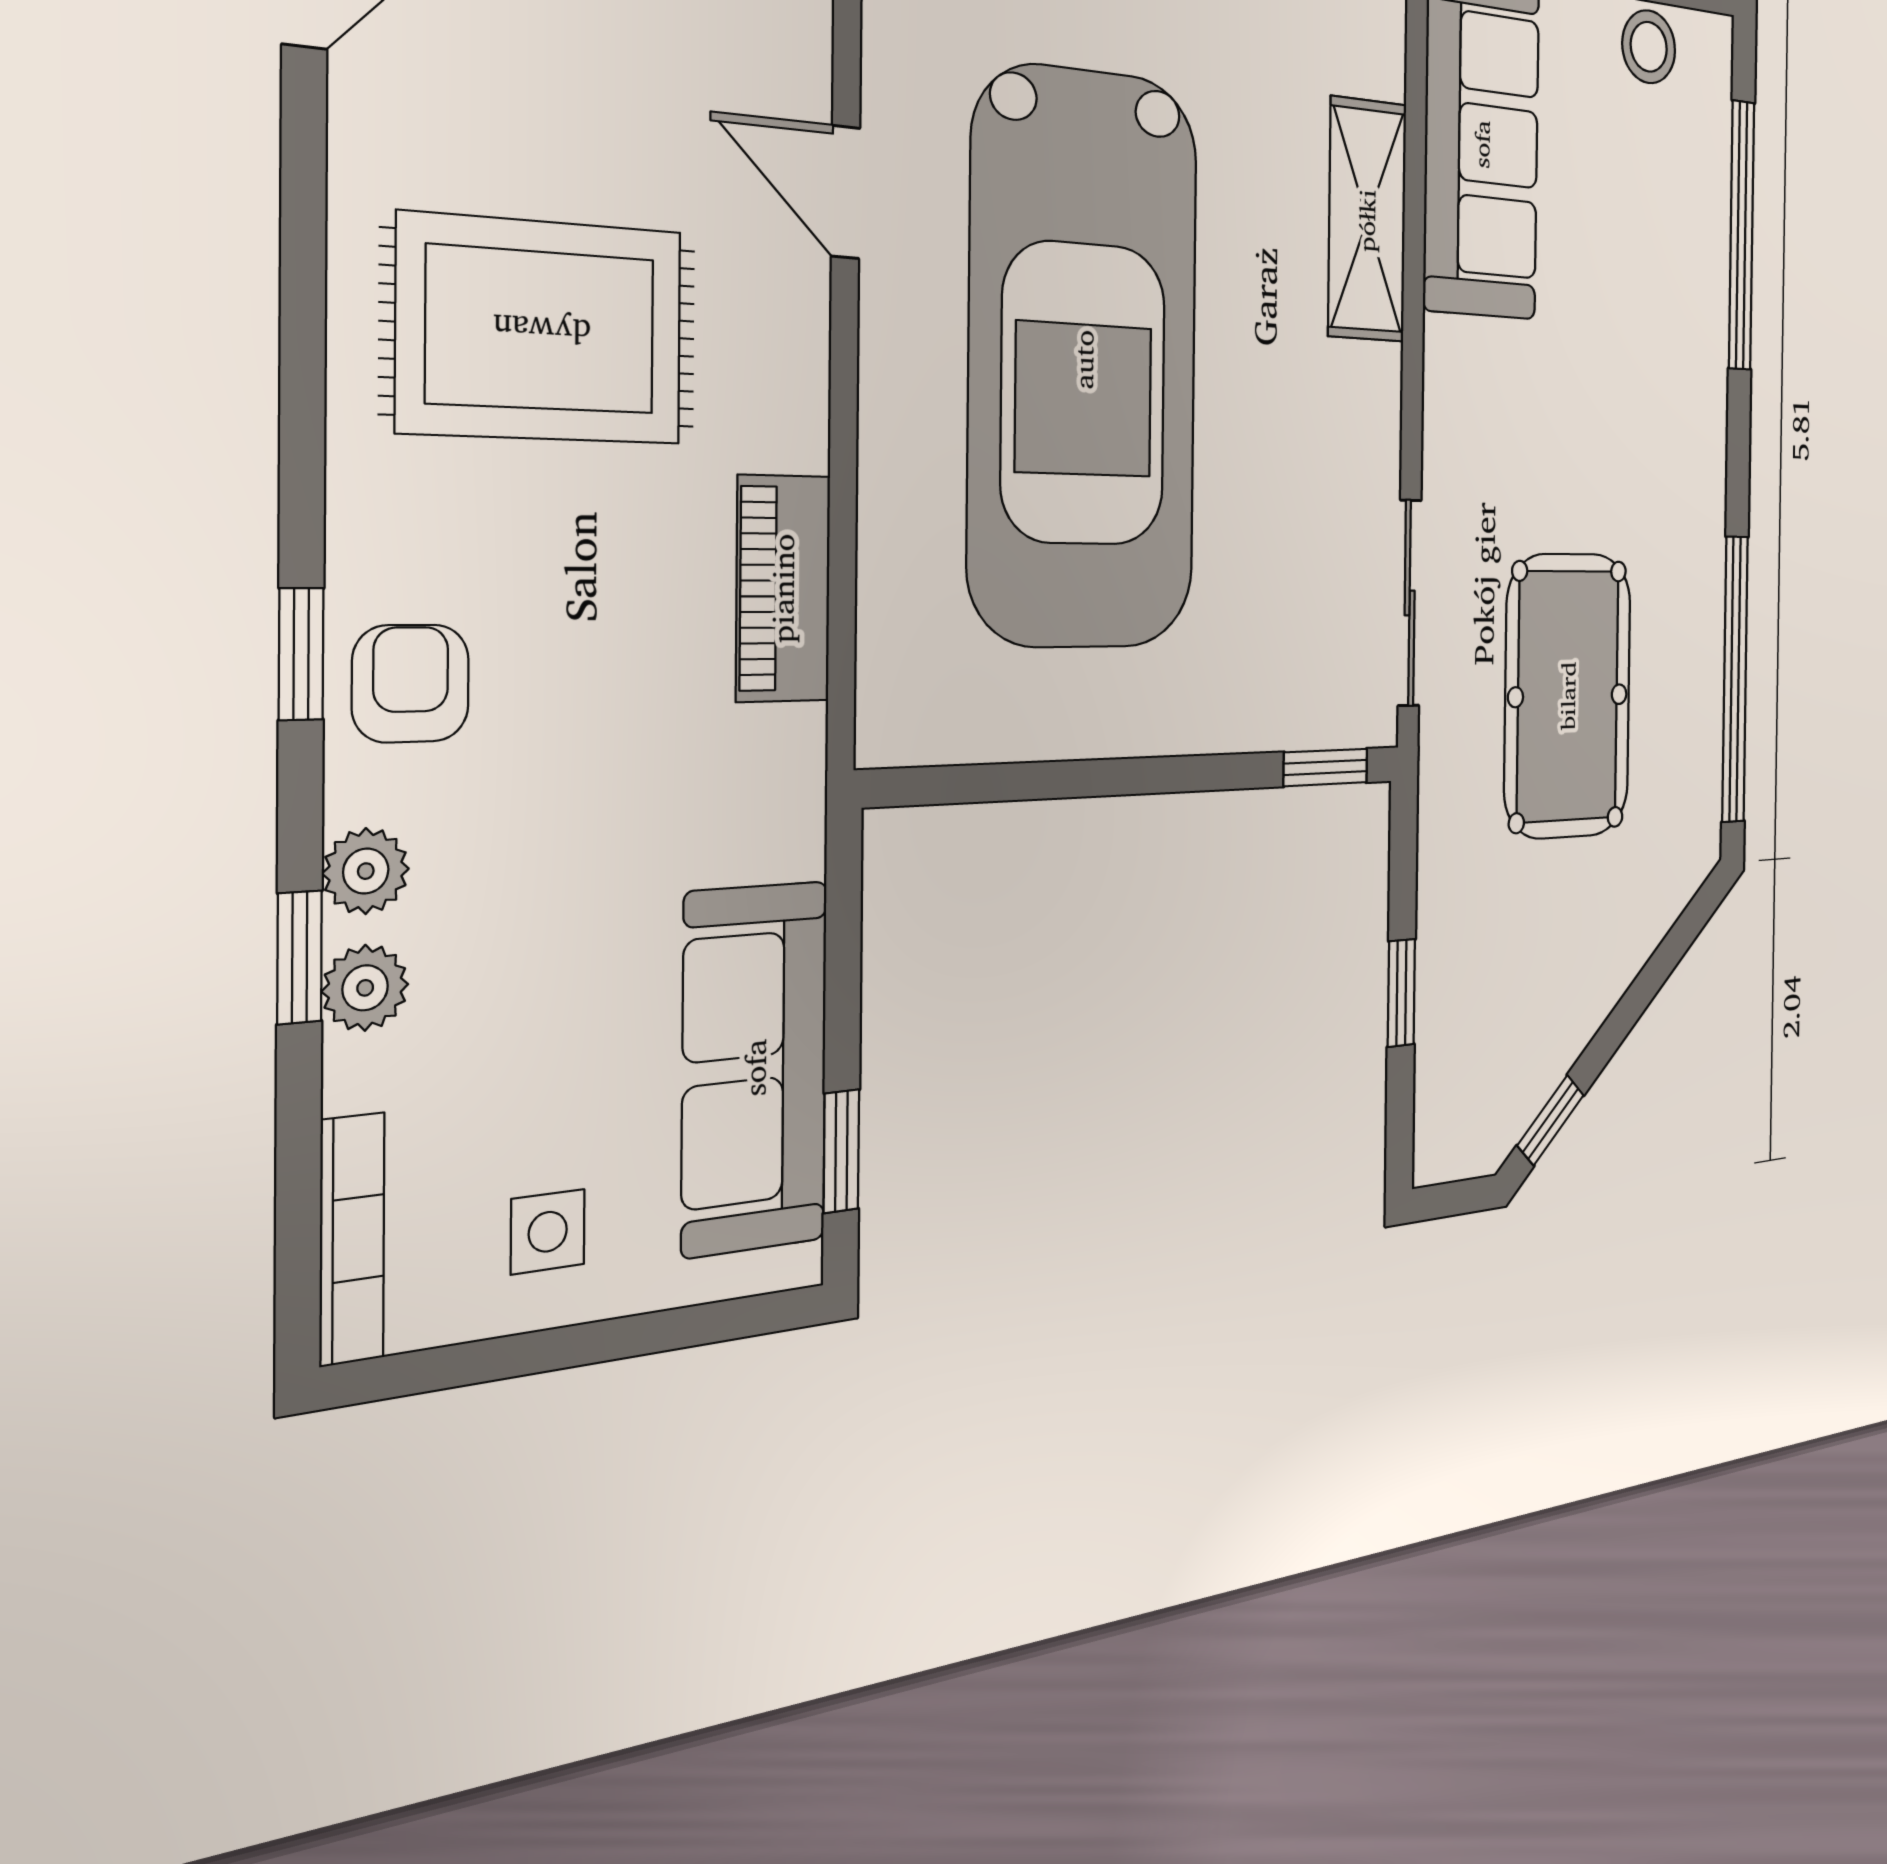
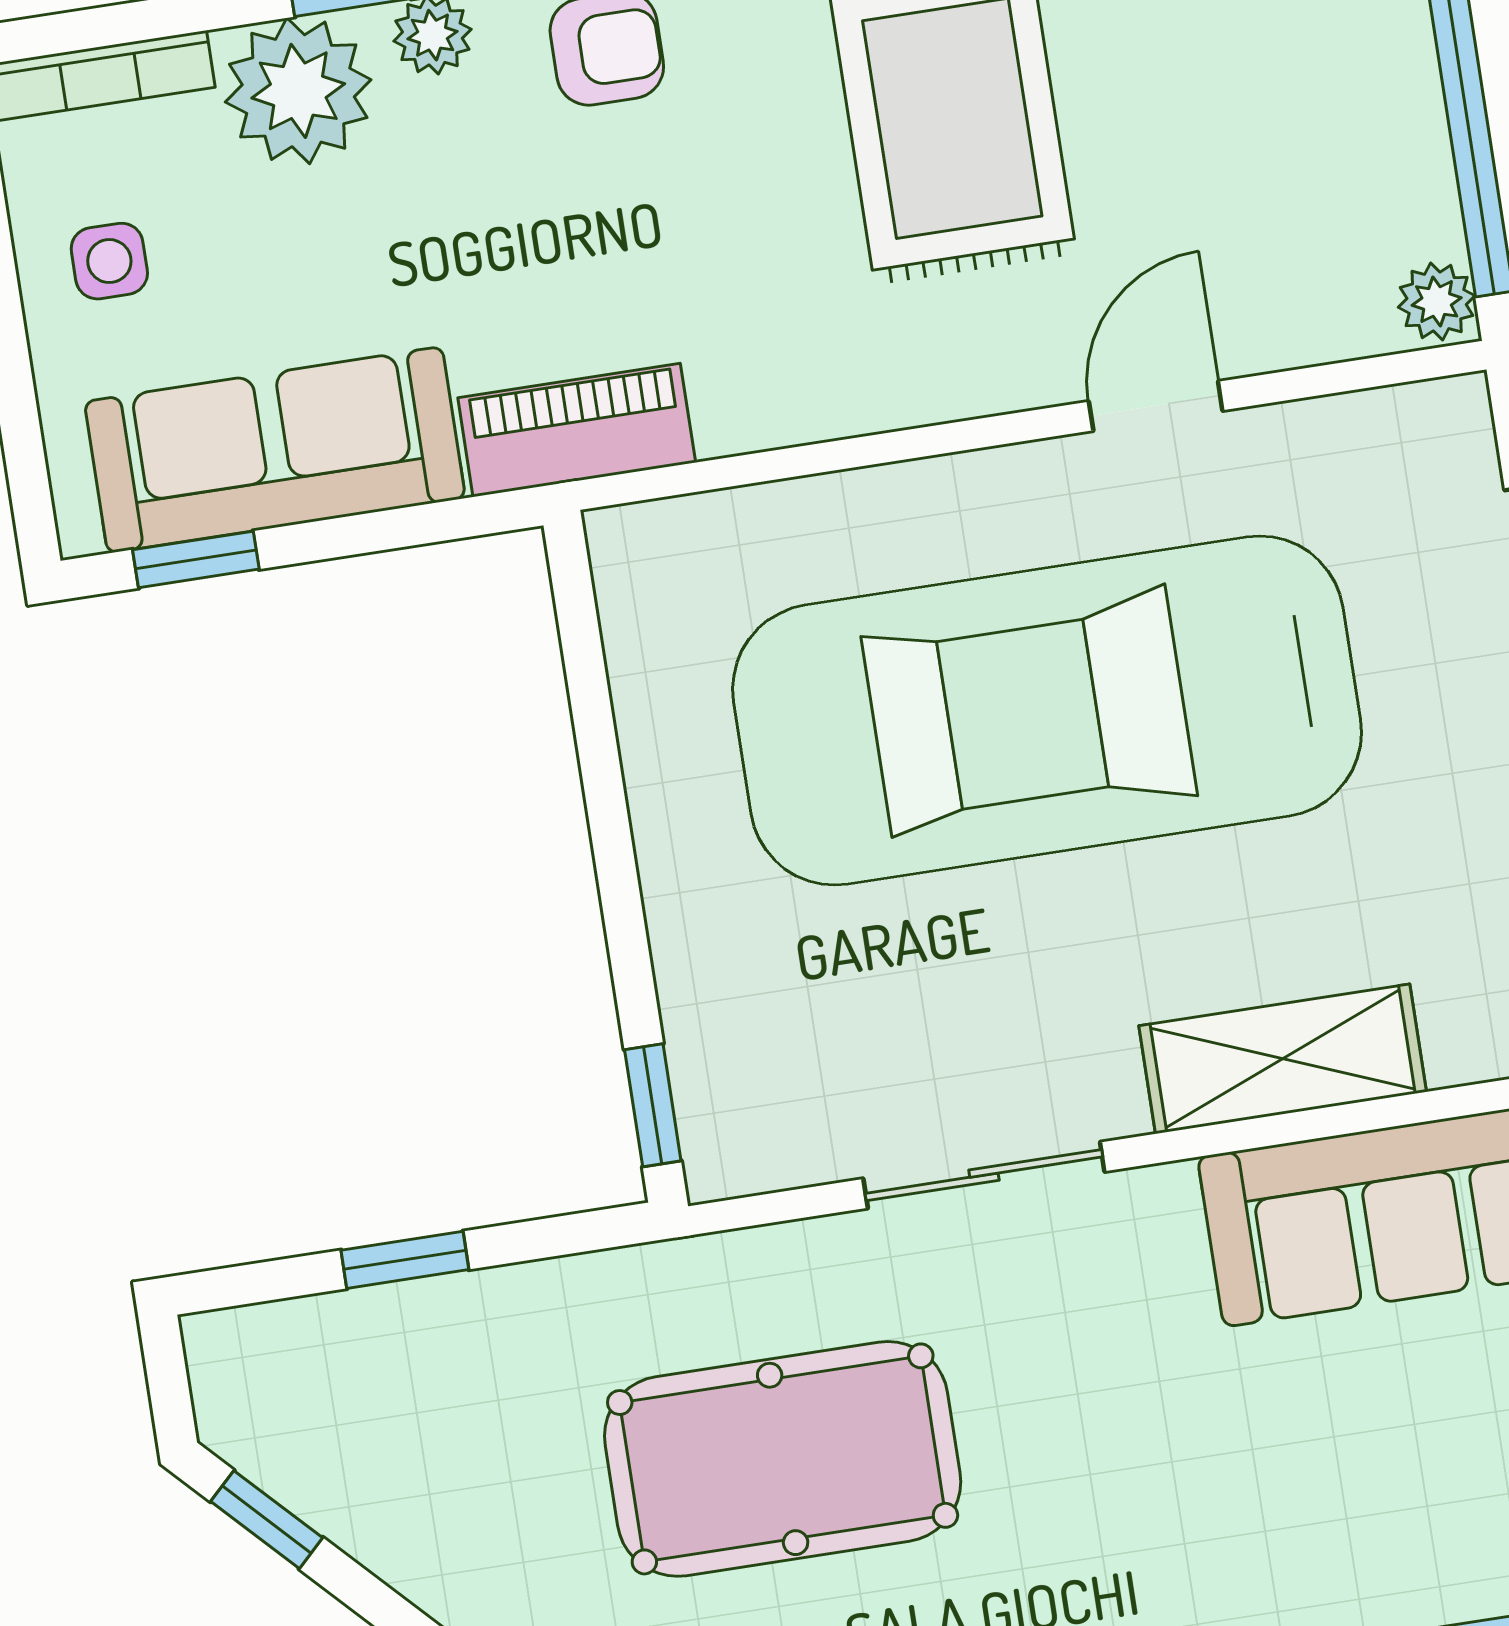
piano: (783, 588) -> (577, 430), moved
sliding door: (1410, 603) -> (984, 1175), moved
plant: (365, 988) -> (298, 91), width x1.88, depth x1.88

